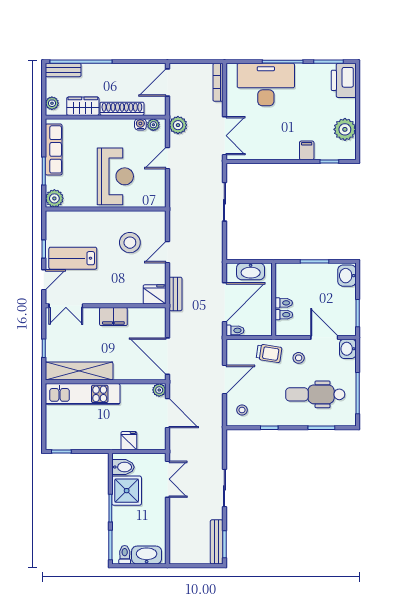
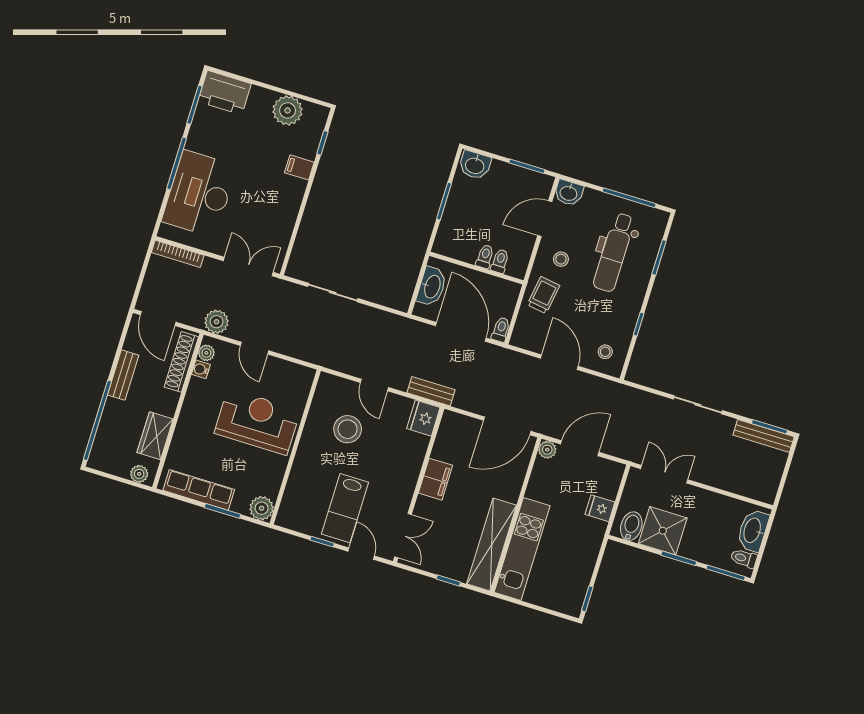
bench: (63, 70) -> (123, 375), moved
shoe rack: (122, 109) -> (181, 362), moved

